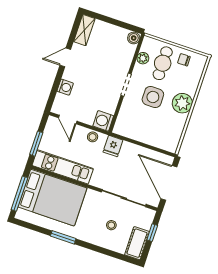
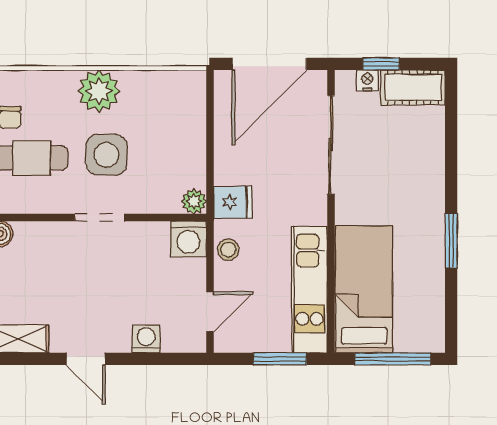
plant: (143, 58) -> (194, 201), moved
bed: (52, 198) -> (364, 289), width x0.67
nightstand: (147, 224) -> (367, 80), added
stool: (111, 225) -> (394, 152), removed

